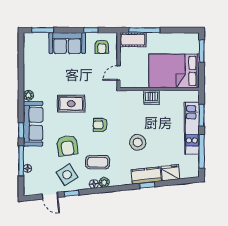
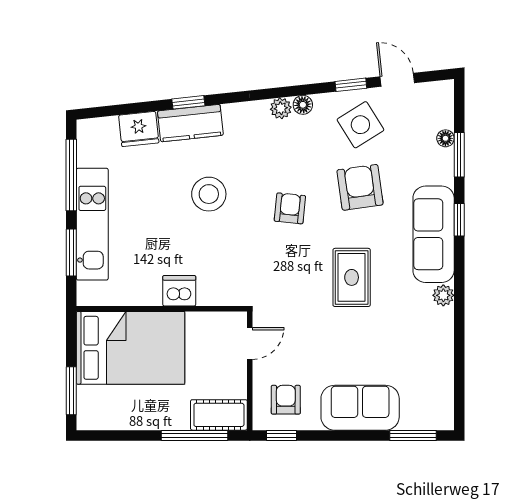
window: (91, 30) -> (281, 435), moved
rug: (71, 104) -> (352, 277), turned 90
armchair: (100, 125) -> (290, 208), moved, turned -84
window: (21, 161) -> (459, 155), width x0.69
coffee table: (98, 162) -> (295, 152), removed

